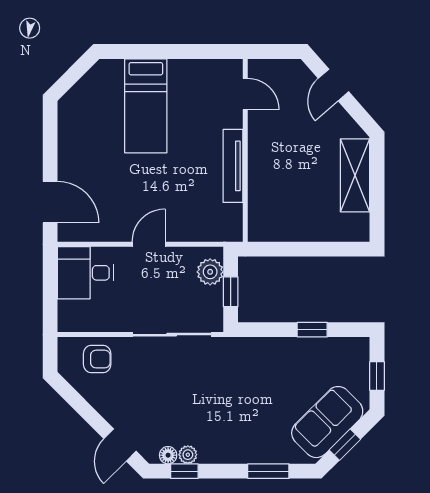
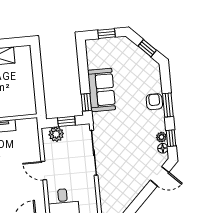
window: (312, 330) -> (86, 102), moved
armchair: (97, 359) -> (154, 102), moved
sofa: (327, 422) -> (102, 90), moved, turned -135
window: (268, 471) -> (168, 105), moved

